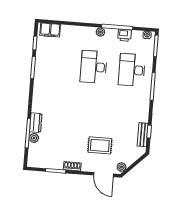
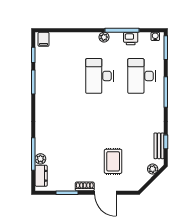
filing cabinet: (50, 30) -> (44, 39), width x0.50
dresser: (36, 123) -> (41, 176), moved
rug: (100, 145) -> (113, 161), turned 90
plant: (121, 167) -> (153, 169), moved
door: (104, 175) -> (105, 193), moved

